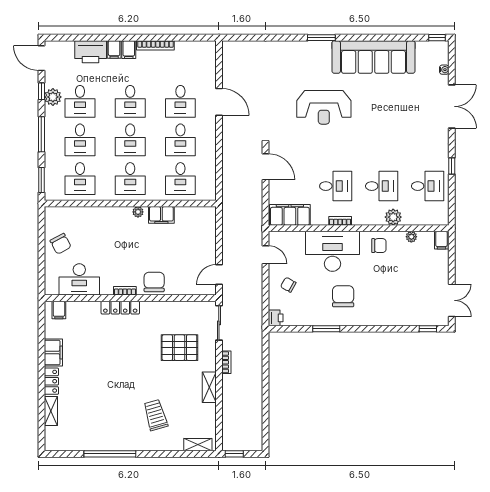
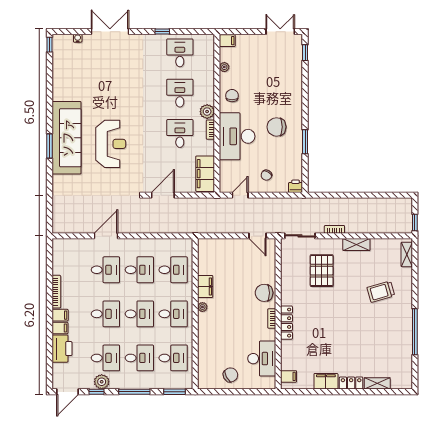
sofa: (373, 57) -> (67, 138), moved
plant: (393, 217) -> (207, 112), moved

